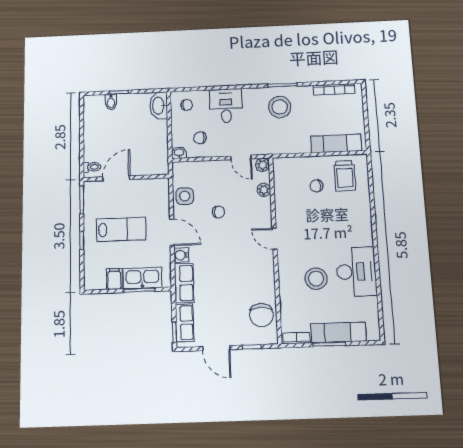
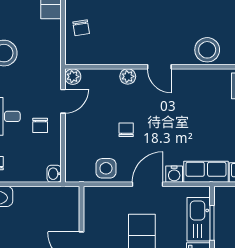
chair: (200, 138) -> (40, 125), moved
chair: (316, 186) -> (81, 28), moved
plant: (264, 190) -> (128, 76), moved
door: (275, 239) -> (159, 67), hinge flipped
stool: (316, 279) -> (207, 50), moved

